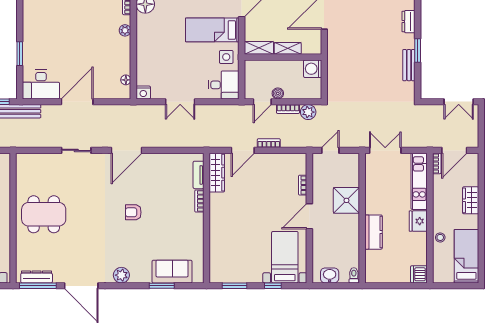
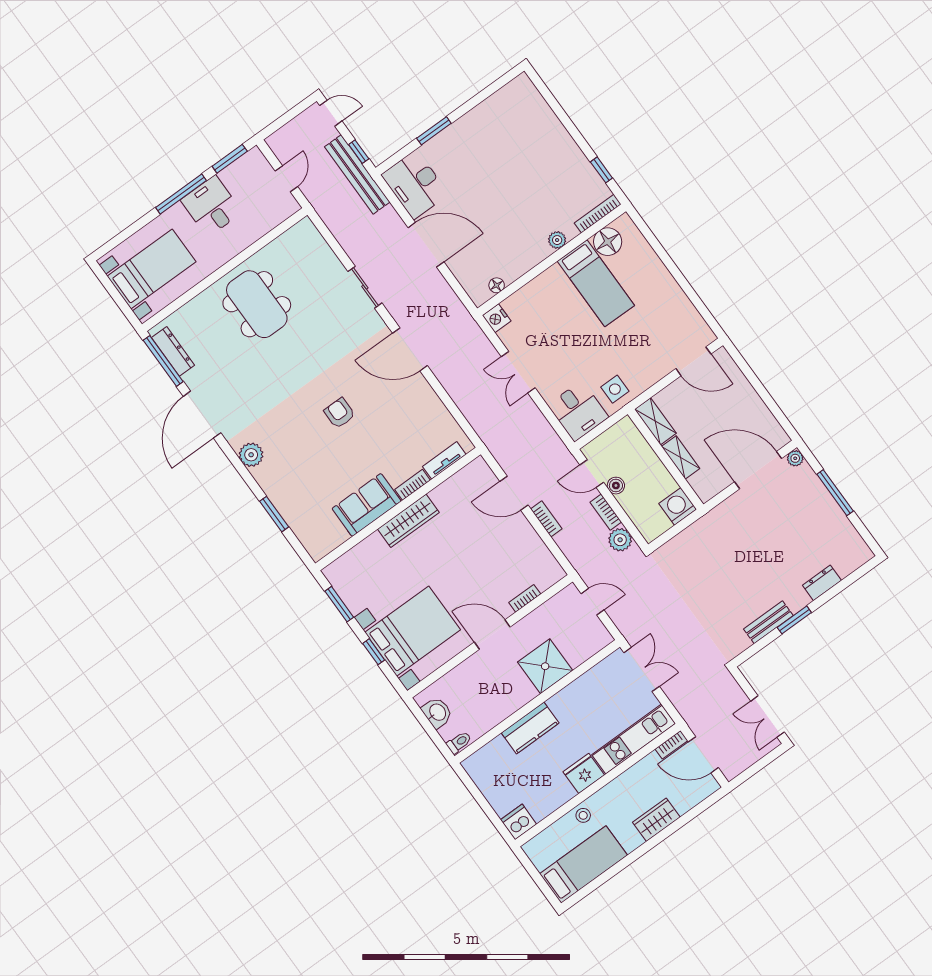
bed: (212, 30) -> (596, 283), moved, turned 180
wardrobe: (217, 173) -> (408, 521), moved
bed with nightstands: (285, 257) -> (413, 631), width x1.36
sofa: (172, 272) -> (367, 505), moved, turned -90

